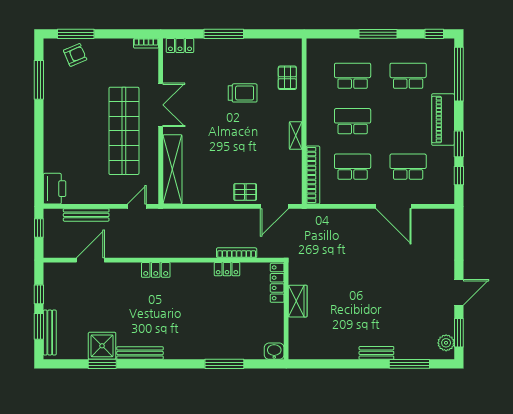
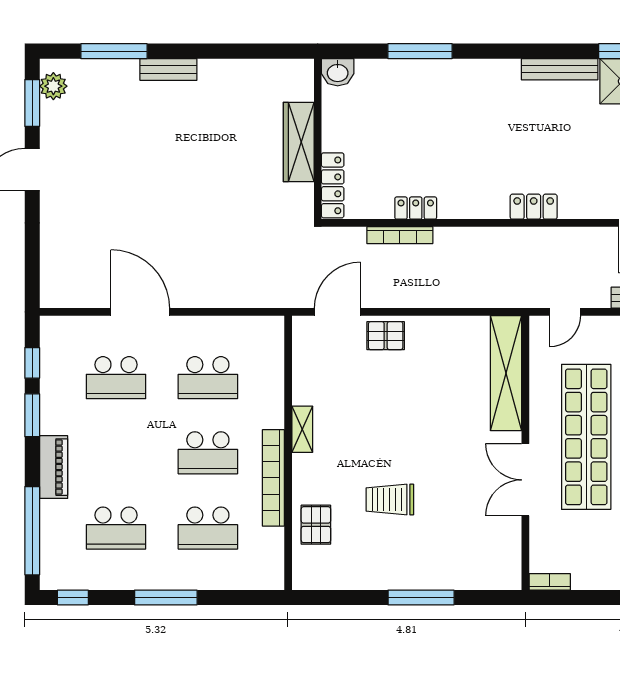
locker: (180, 45) -> (493, 578), removed
piano: (443, 120) -> (54, 467), width x0.73, depth x0.75
bookcase: (313, 175) -> (273, 478), moved
wardrobe: (298, 301) -> (299, 142), width x1.50

